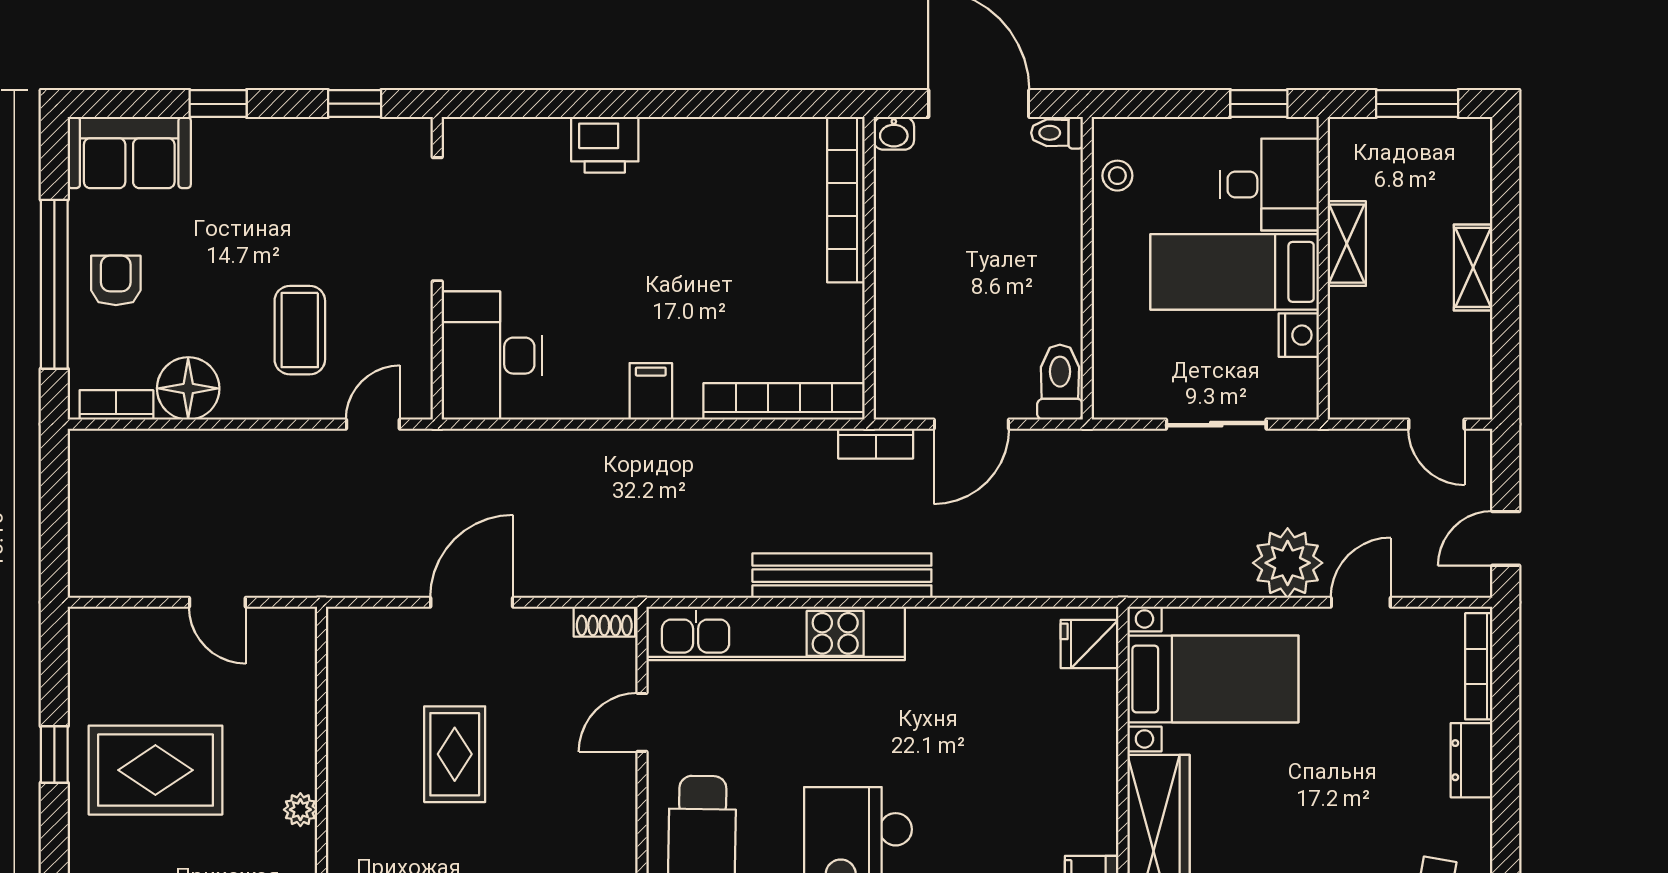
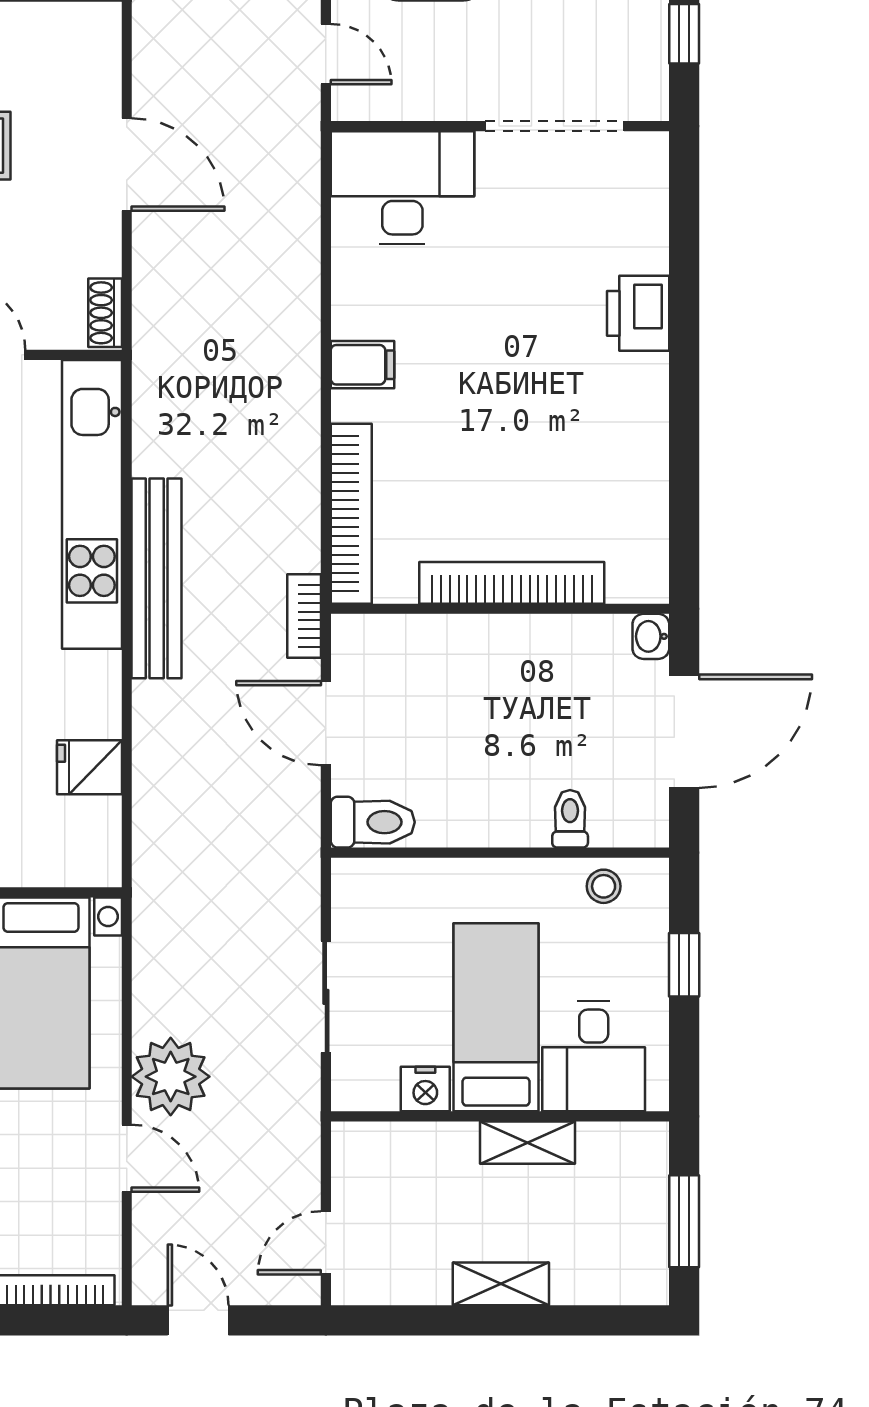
window: (1259, 104) -> (684, 965), moved
toilet: (1057, 133) -> (570, 819), moved
bookcase: (846, 200) -> (512, 583), moved
fridge: (1090, 644) -> (89, 767), moved, turned -90

